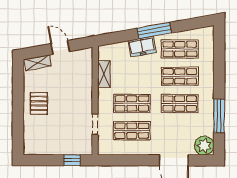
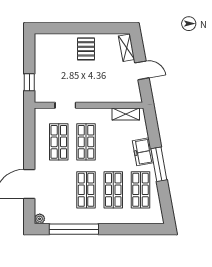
door: (60, 47) -> (142, 70), hinge flipped
shelving: (104, 74) -> (126, 114), moved
pallet: (39, 103) -> (86, 49), turned 90
window: (219, 116) -> (74, 229), width x1.46
plant: (204, 146) -> (40, 219), width x0.53, depth x0.53

